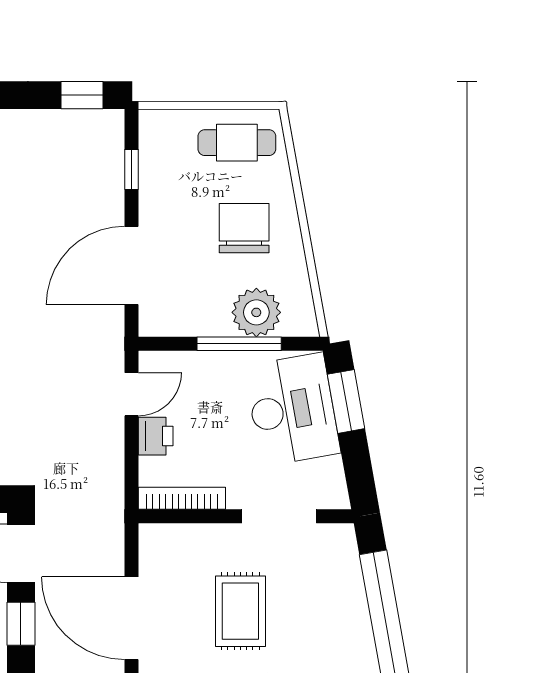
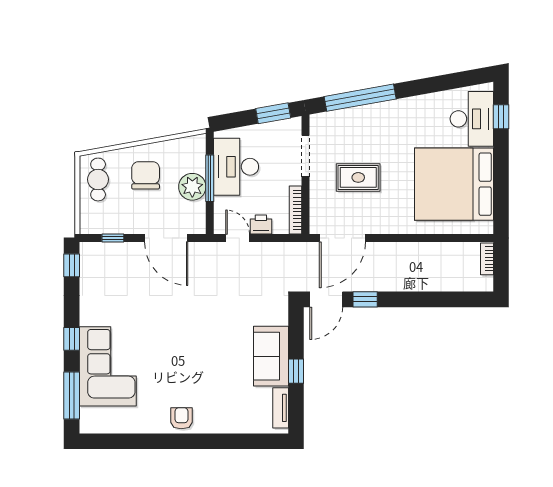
chair: (244, 228) -> (146, 175), turned 90
plant: (256, 312) -> (192, 187), moved
window: (346, 401) -> (273, 113), moved
desk: (292, 410) -> (236, 167), moved, turned -80
door: (131, 618) -> (342, 238), moved

